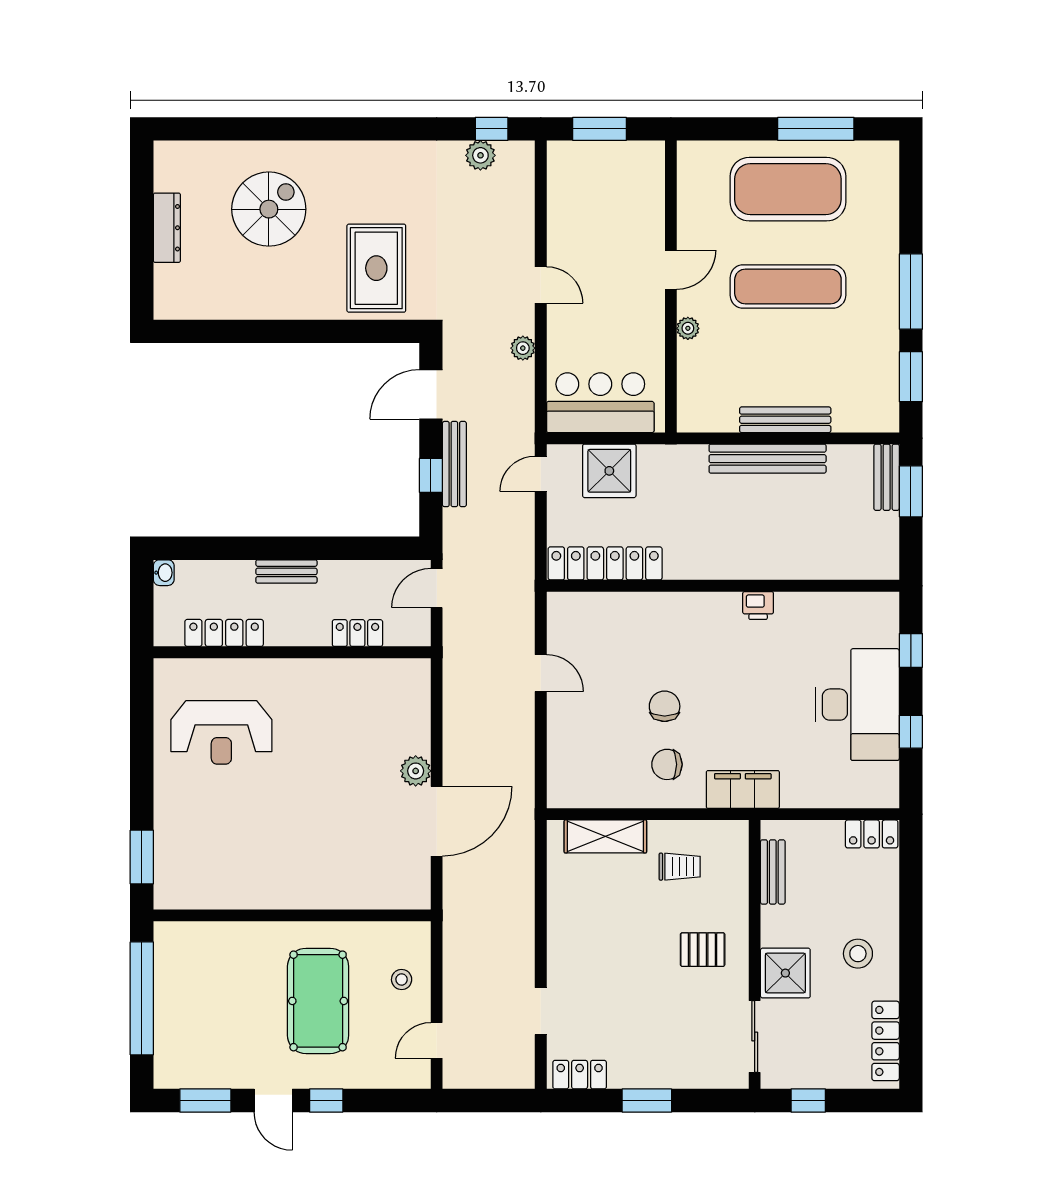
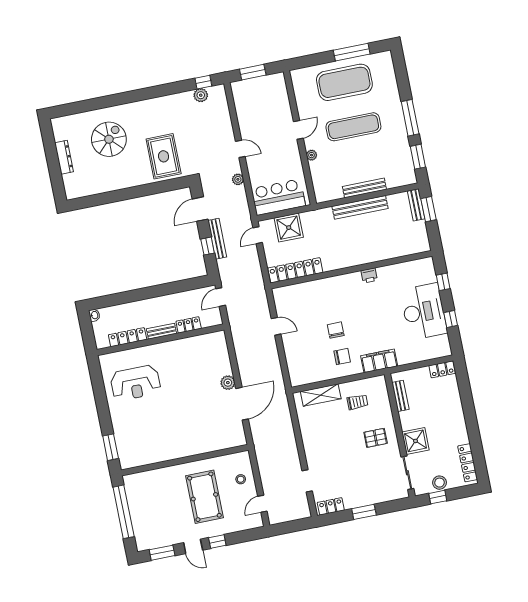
bench: (286, 571) -> (161, 331), moved
chair: (667, 764) -> (342, 356), turned 180
stool: (858, 954) -> (440, 483), moved

